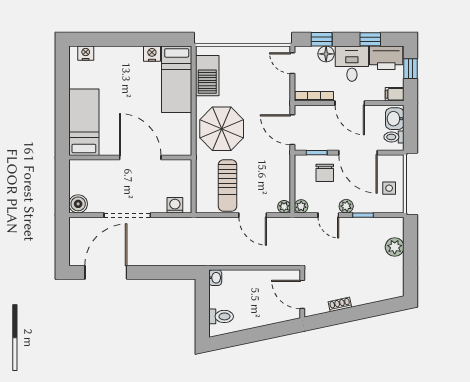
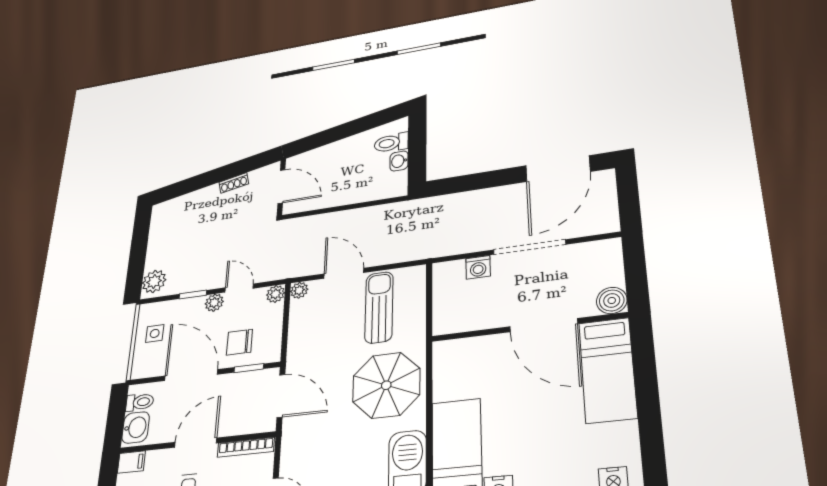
door: (350, 103) -> (196, 443), hinge flipped
door: (140, 157) -> (544, 325), moved
chair: (325, 173) -> (239, 342), turned -90
boiler: (78, 204) -> (612, 300), moved
washing machine: (175, 205) -> (478, 267), moved
plant: (395, 247) -> (154, 281), moved
washbasin: (215, 278) -> (399, 161), moved

